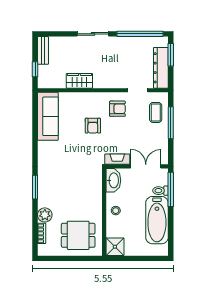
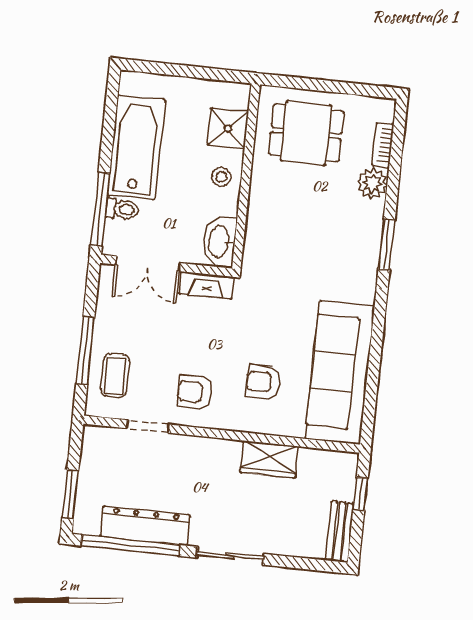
dresser: (161, 68) -> (145, 526), moved, turned -90
sofa: (48, 116) -> (340, 372), width x1.36, depth x1.27
armchair: (93, 126) -> (264, 382), moved, turned -90
shower: (115, 247) -> (228, 128), moved

